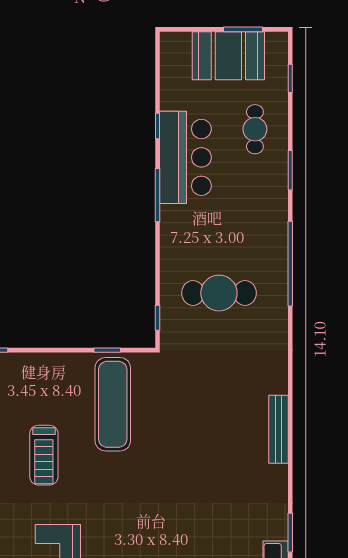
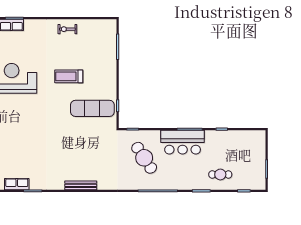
booth: (228, 56) -> (254, 162), removed
bar counter: (185, 157) -> (183, 142), moved
cafe table: (219, 293) -> (144, 158), turned -33

